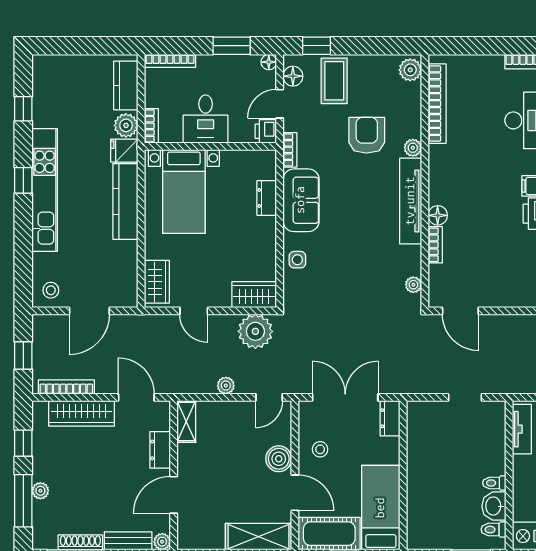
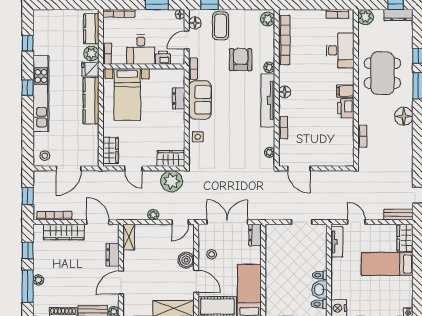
printer: (266, 131) -> (163, 58), moved, turned 90
floor lamp: (438, 215) -> (285, 92), moved

